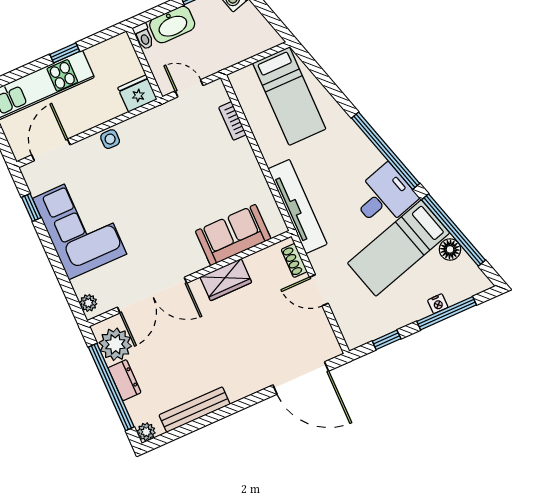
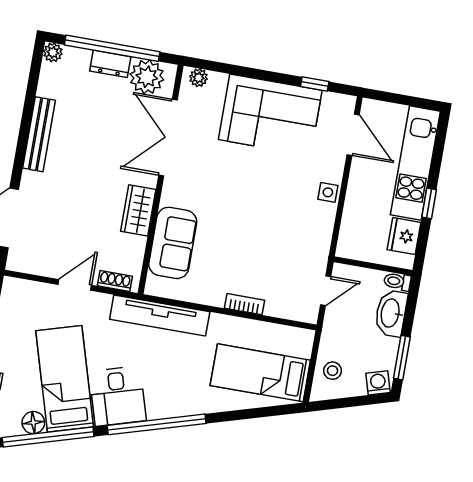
stool: (249, 40) -> (332, 371), added
fridge: (137, 93) -> (404, 236), moved, turned 180
bookcase: (232, 121) -> (244, 304), moved
bench: (195, 410) -> (39, 134), moved

